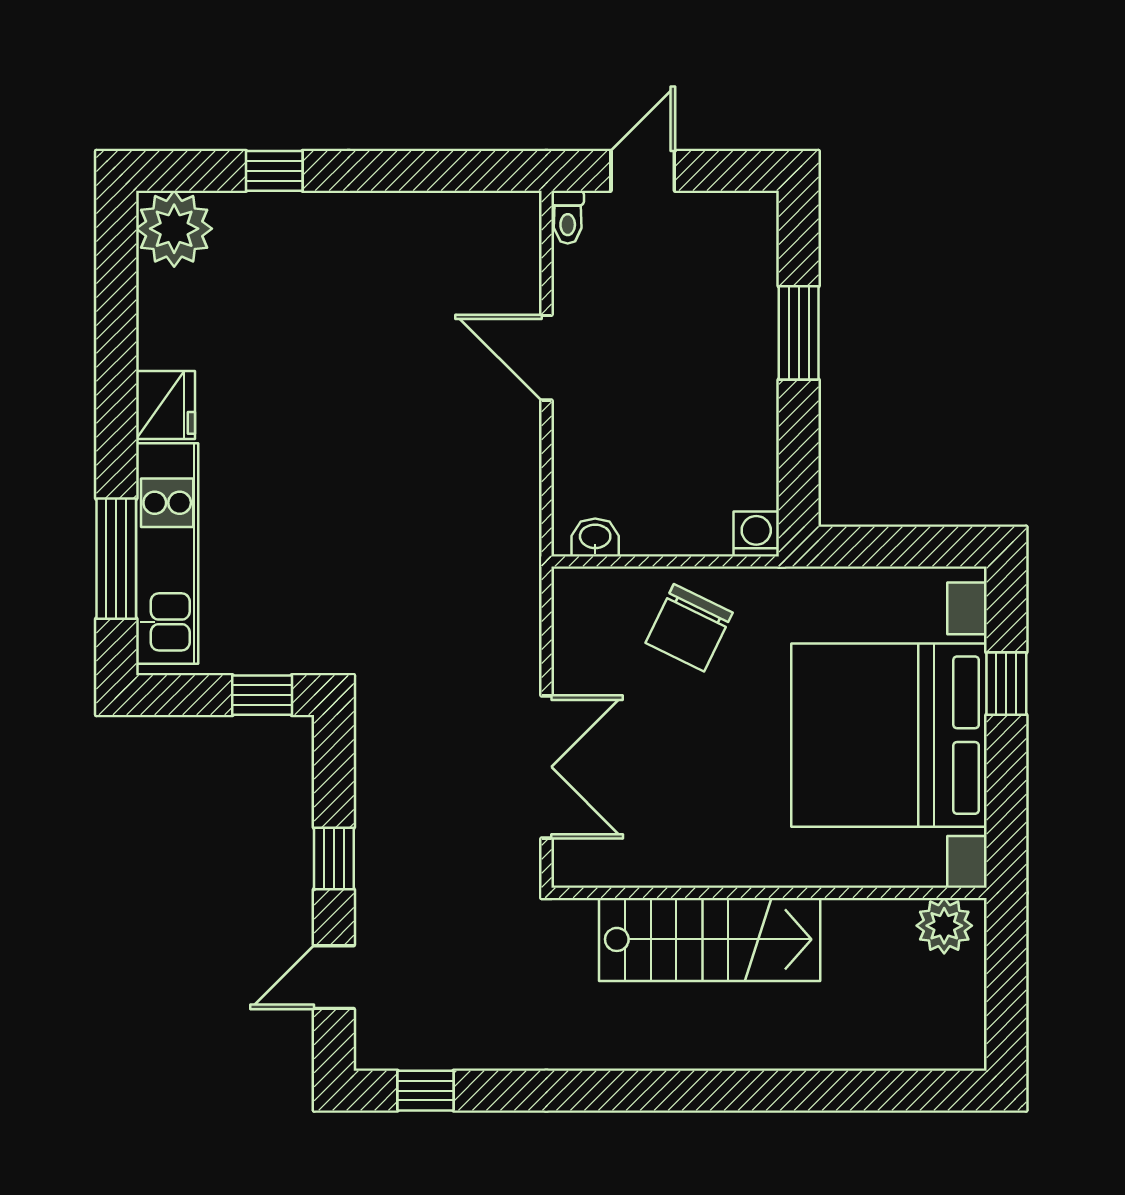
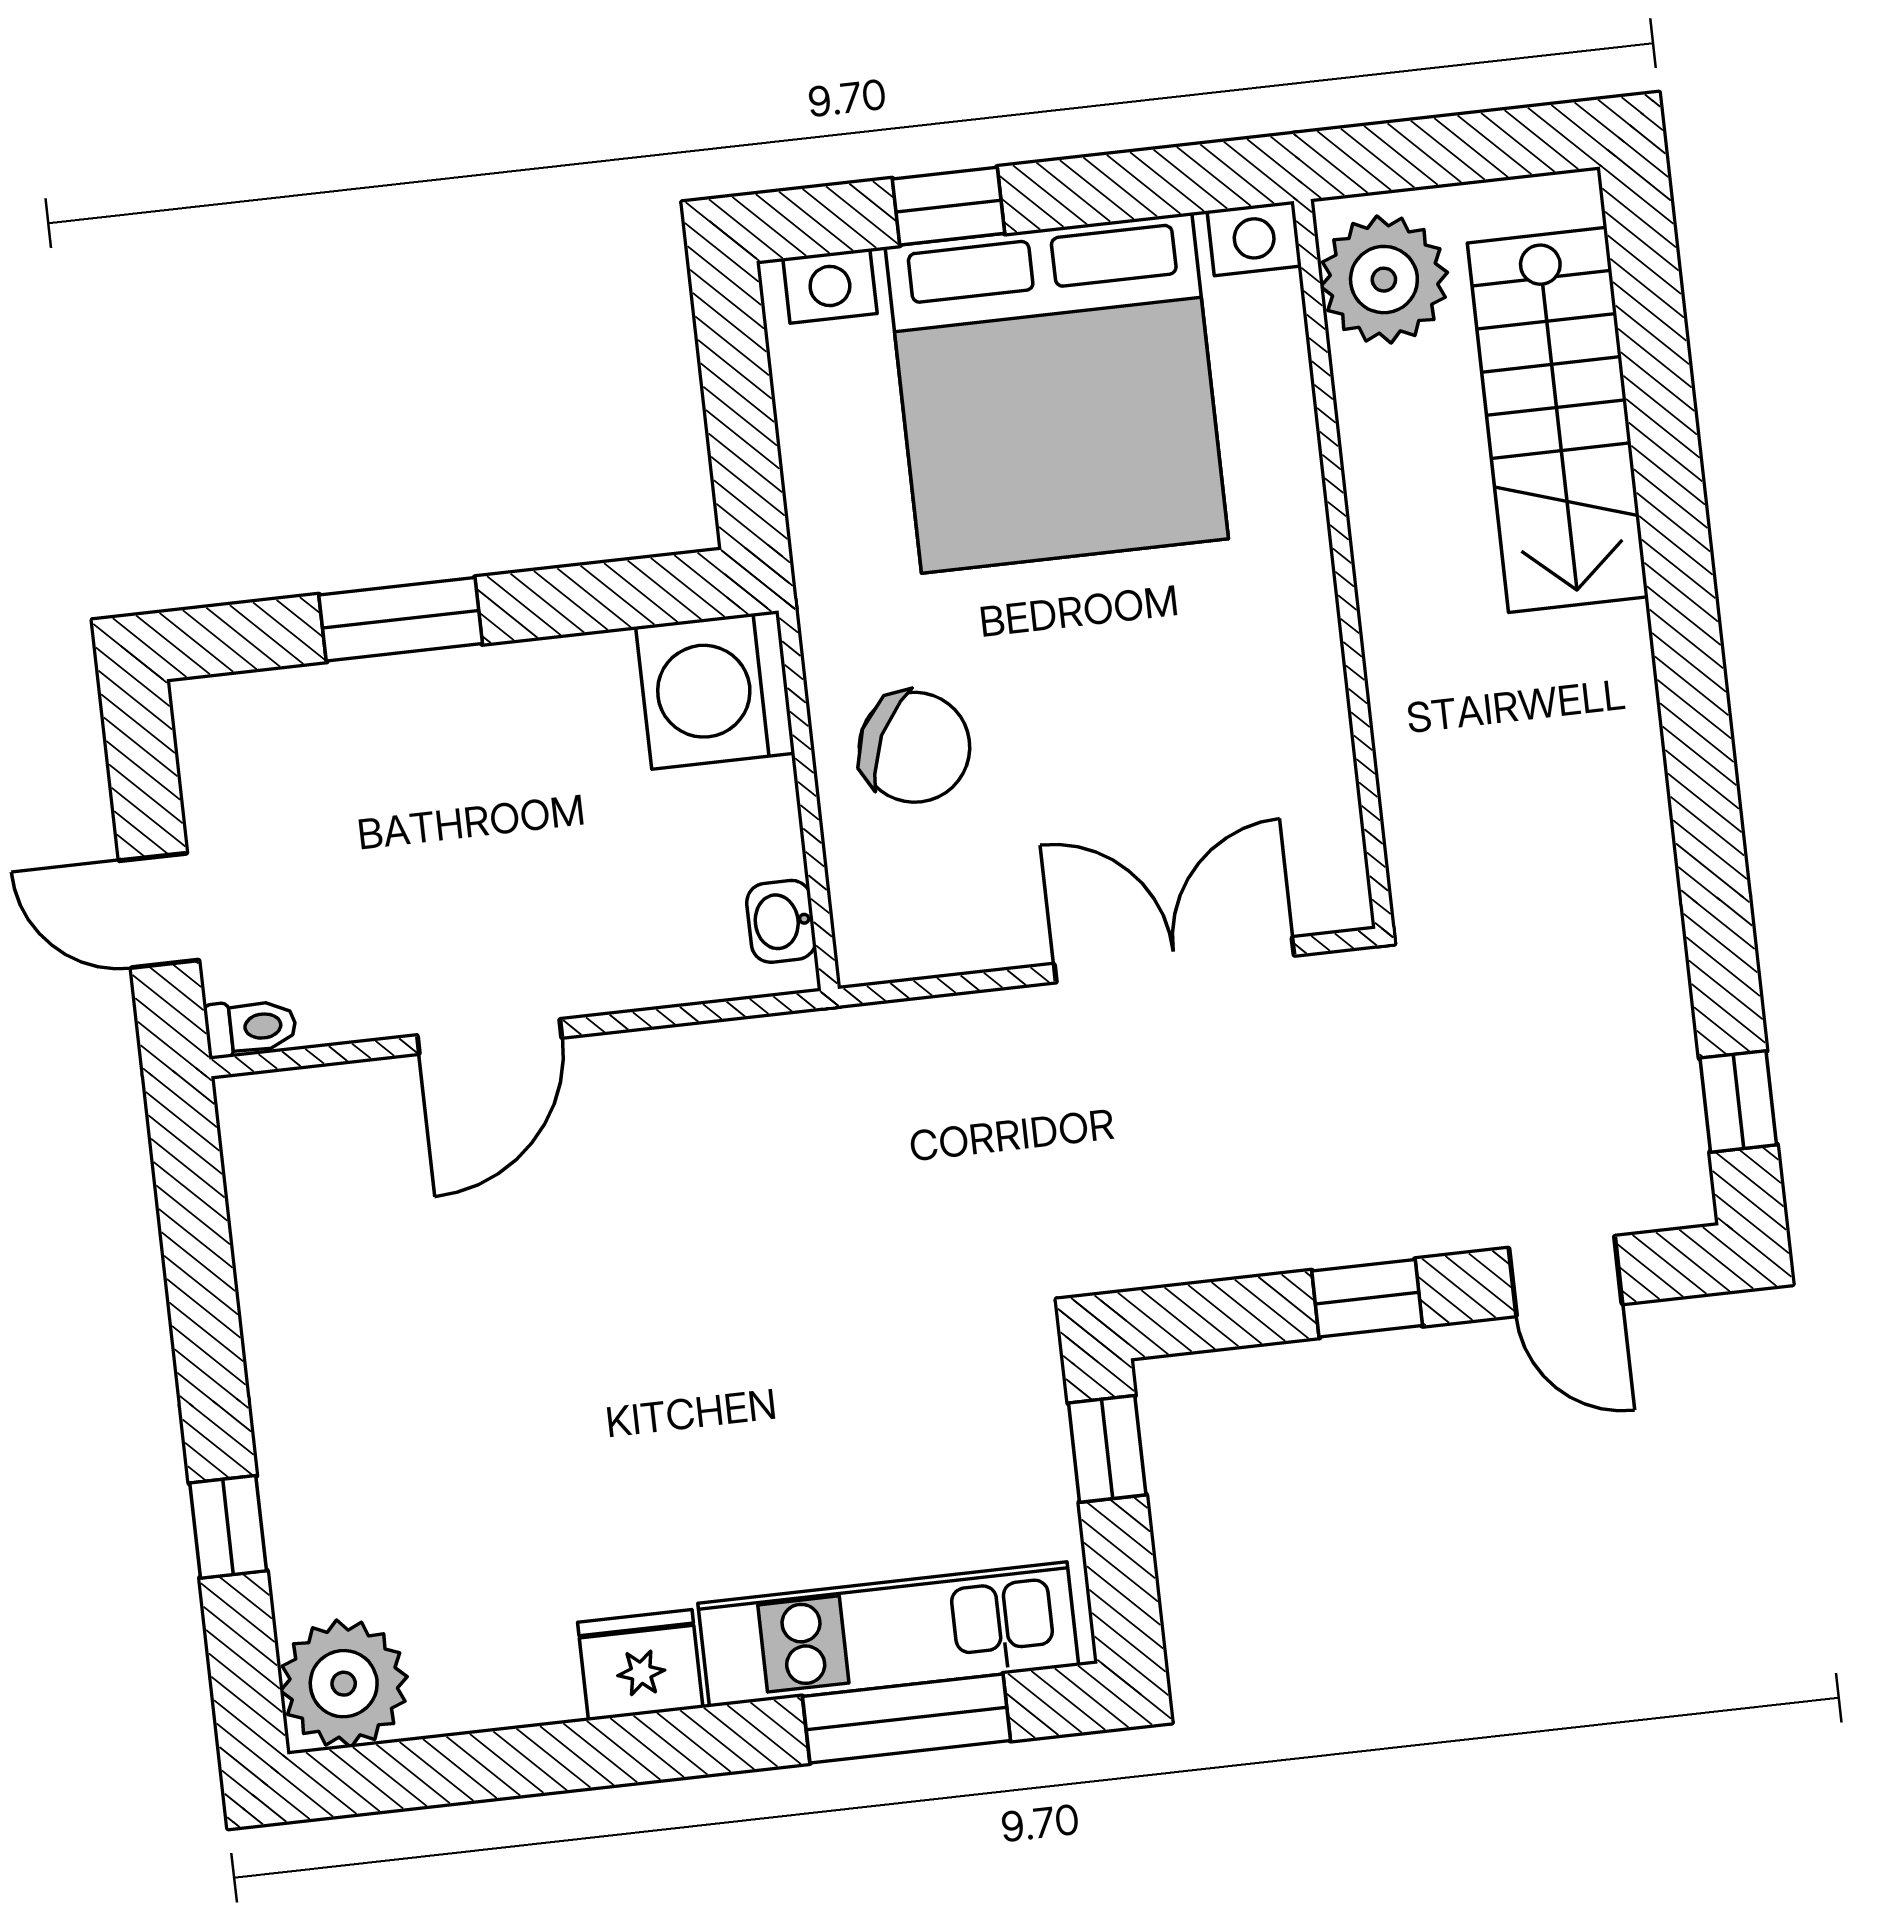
washing machine: (756, 534) -> (715, 690), width x1.89, depth x1.89
plant: (944, 926) -> (1384, 280), width x1.36, depth x1.36
stairs: (710, 939) -> (1558, 420), moved, turned 180

